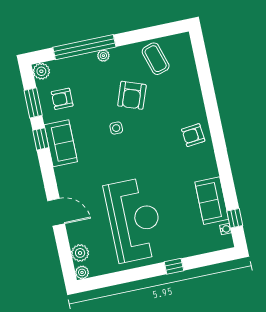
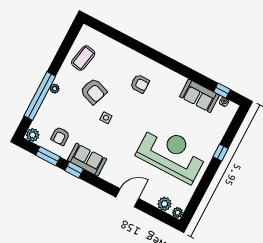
coffee table: (156, 59) -> (83, 58), turned -62
armchair: (193, 135) -> (140, 84), moved, turned -84

